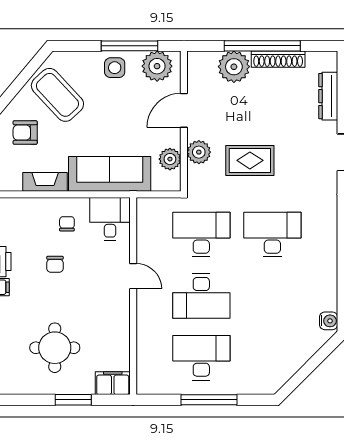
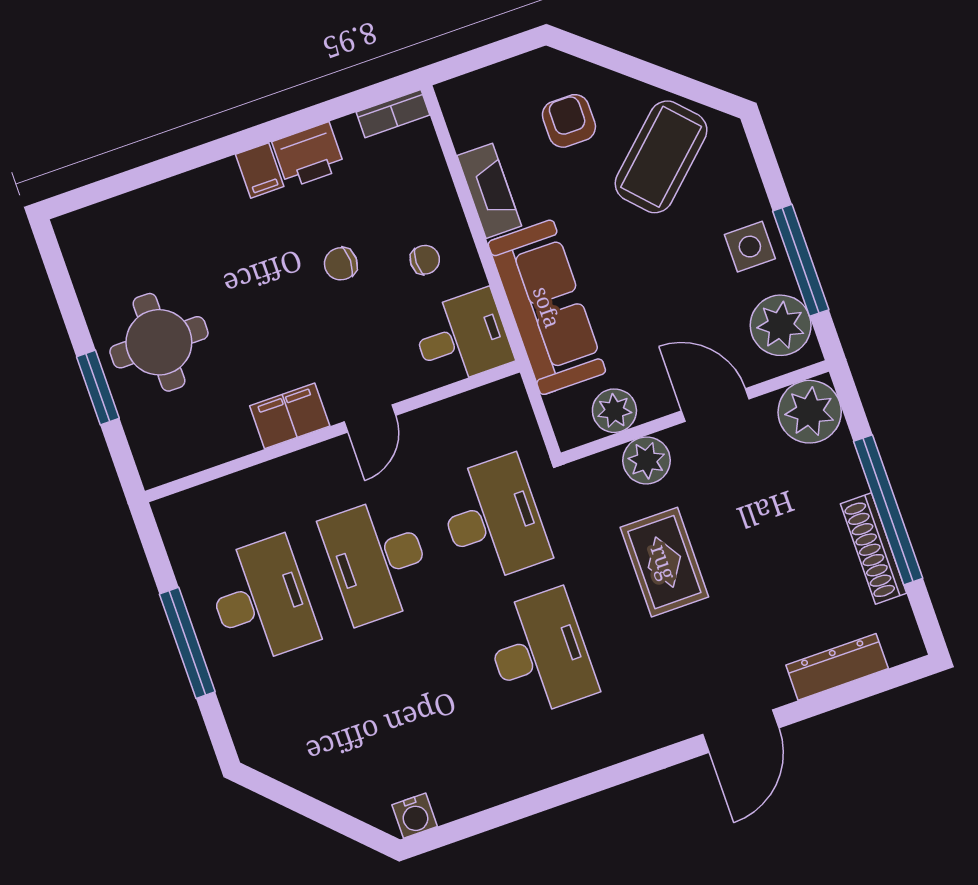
plant: (234, 67) -> (810, 412), moved
round table: (55, 348) -> (159, 342), moved
filing cabinet: (113, 383) -> (290, 416), moved, turned -90

